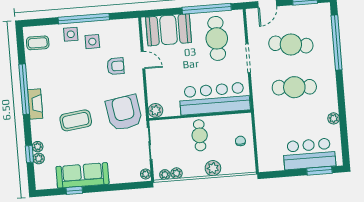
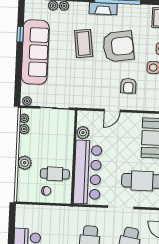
door: (143, 60) -> (112, 111), moved
plant: (155, 110) -> (83, 133), moved
armchair: (124, 113) -> (118, 46), moved
cafe table: (200, 135) -> (55, 174), moved
sofa: (82, 175) -> (35, 52), width x1.36, depth x1.27

